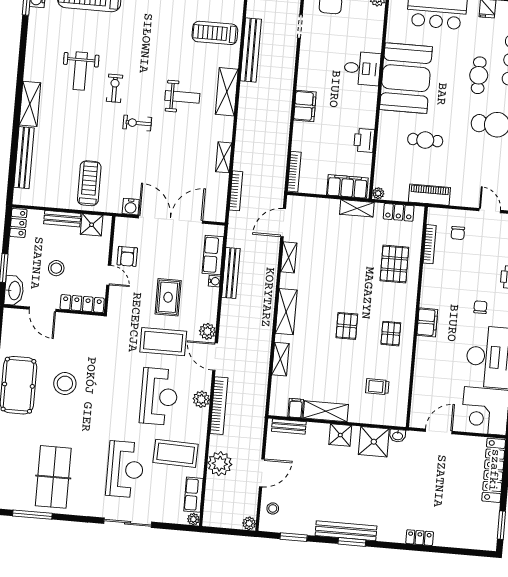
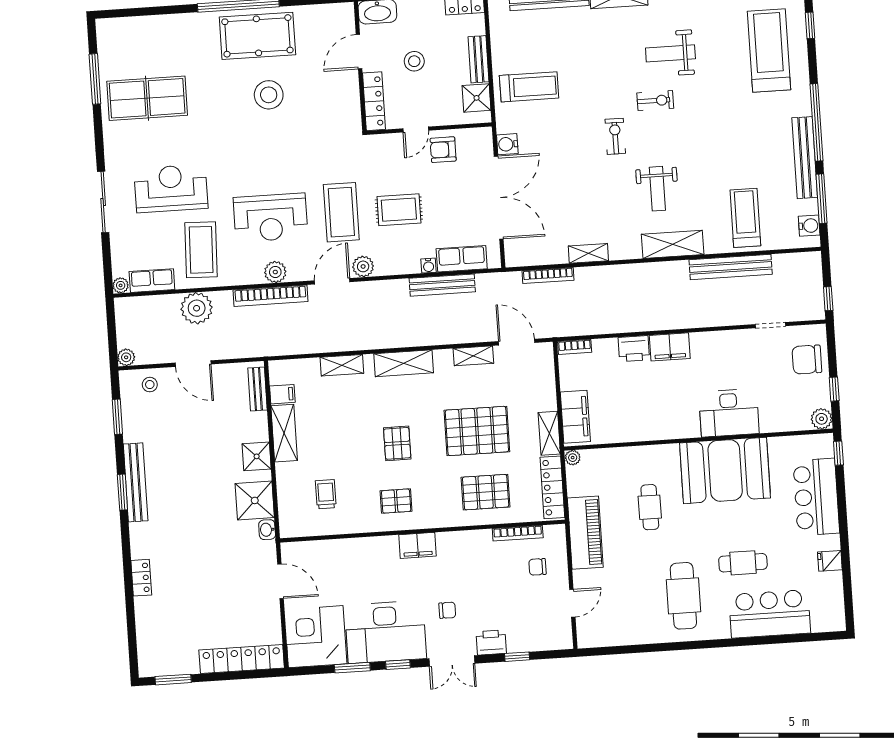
desk: (362, 68) -> (729, 413), width x1.37
printer: (364, 140) -> (634, 349), moved, turned 180
bookcase: (294, 172) -> (575, 347), width x0.64
piano: (429, 195) -> (585, 533), width x1.37, depth x1.33
locker: (399, 212) -> (552, 487), width x1.53
pallet: (347, 263) -> (477, 431), added
pallet: (347, 326) -> (397, 443), turned 90
reception desk: (125, 469) -> (171, 188), turned 180

